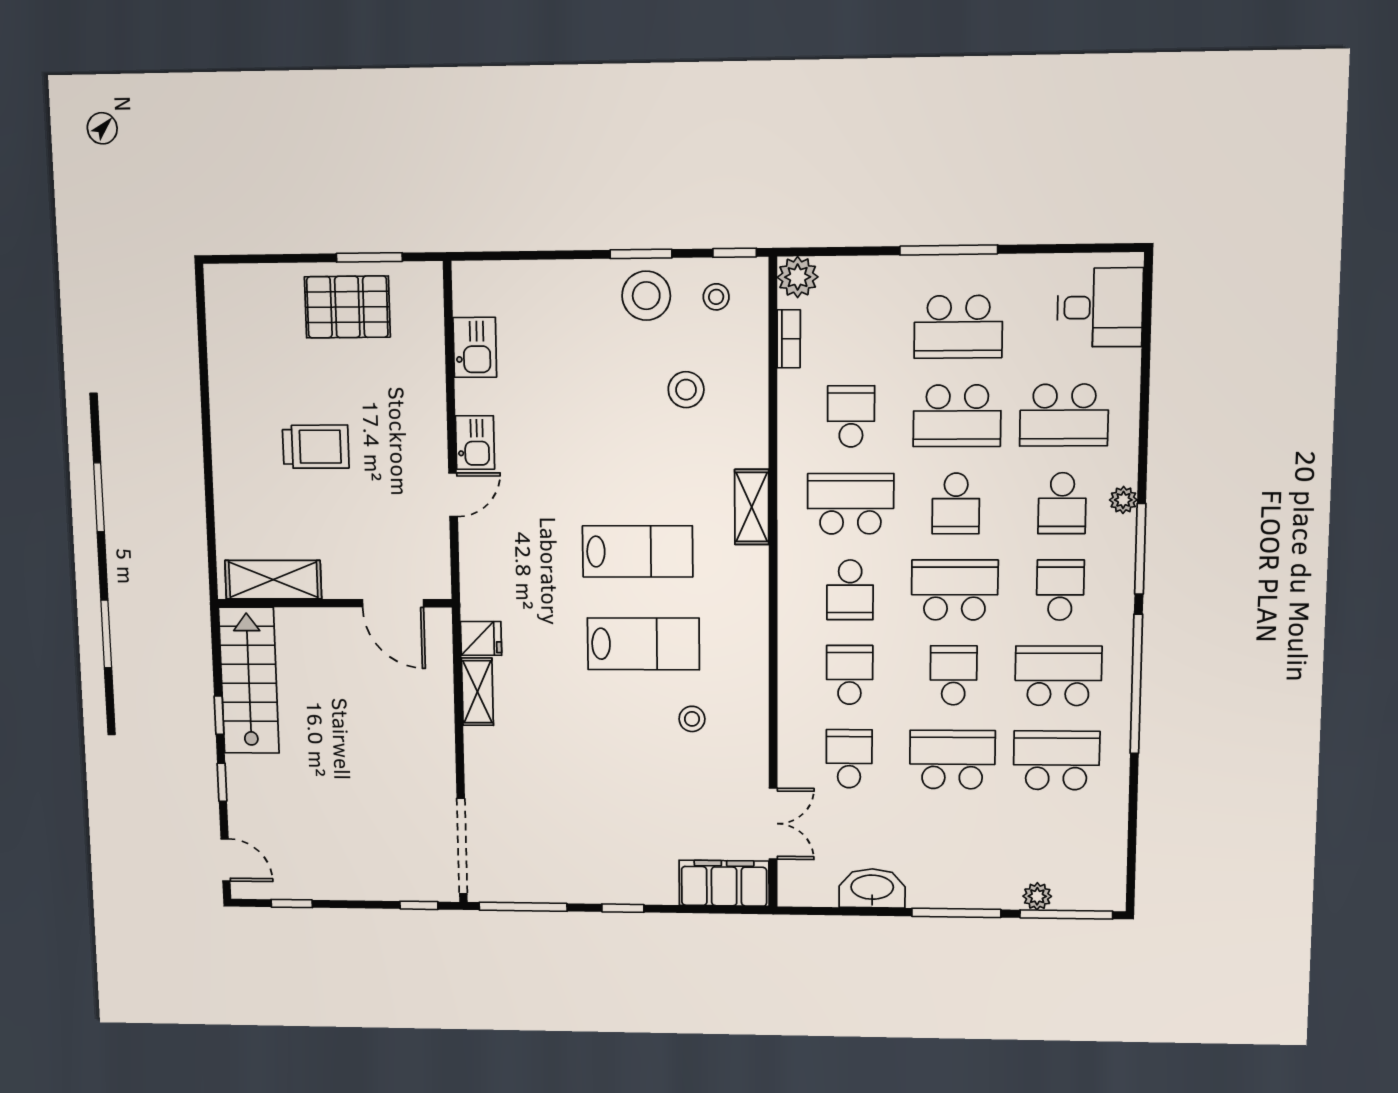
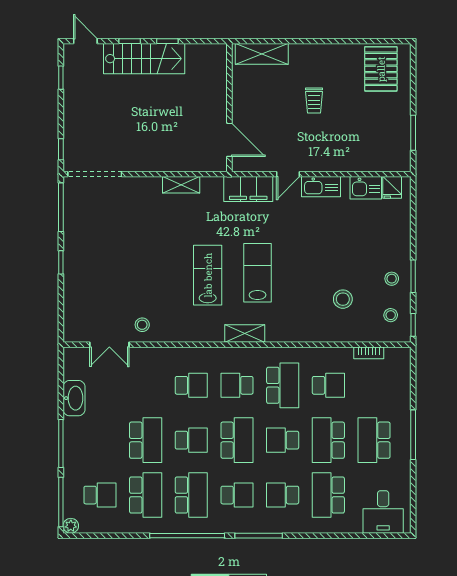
plant: (798, 277) -> (400, 357), removed
stool: (646, 296) -> (392, 279), width x0.53, depth x0.53
pallet: (347, 307) -> (381, 69), moved
kitchen sink: (475, 443) -> (321, 187), width x1.38
trolley: (316, 447) -> (314, 100), width x0.73, depth x0.72
door: (453, 495) -> (288, 174), hinge flipped
plant: (1123, 500) -> (284, 526), removed
shelving: (752, 507) -> (245, 333), moved
lab bench: (638, 551) -> (258, 273), turned 180
shelving: (273, 580) -> (262, 54), moved, turned 90
door: (393, 603) -> (229, 140), swing flipped
fridge: (481, 638) -> (392, 187), moved
lab bench: (643, 644) -> (208, 275), turned 180
stairs: (249, 680) -> (144, 59), moved
stool: (692, 719) -> (142, 325), moved
school desk: (849, 759) -> (100, 495), moved
door: (226, 860) -> (85, 41), swing flipped
filing cabinet: (724, 883) -> (248, 189), moved, turned 90
plant: (1037, 896) -> (71, 526), moved

